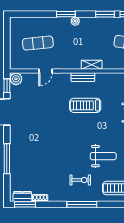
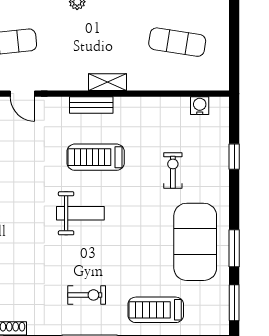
door: (46, 71) -> (22, 94), hinge flipped
weight bench: (103, 156) -> (80, 213), moved

